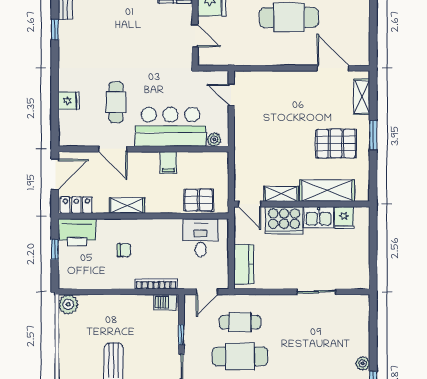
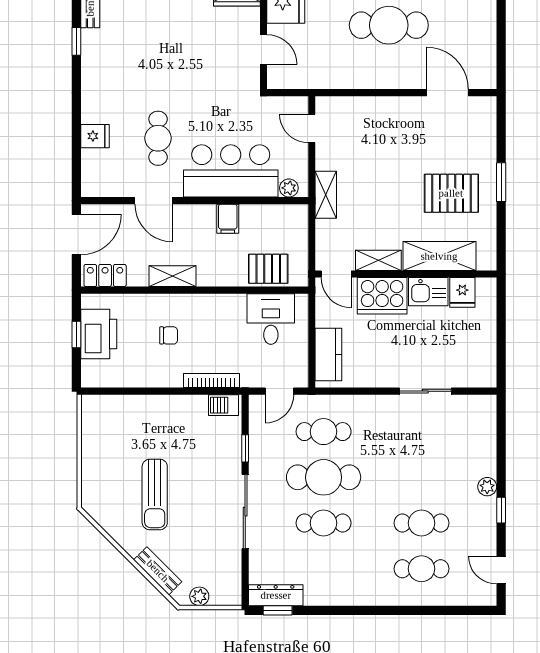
shelving: (362, 97) -> (326, 195), moved
printer: (77, 232) -> (99, 334), moved, turned -90
plant: (68, 304) -> (94, 408), removed

